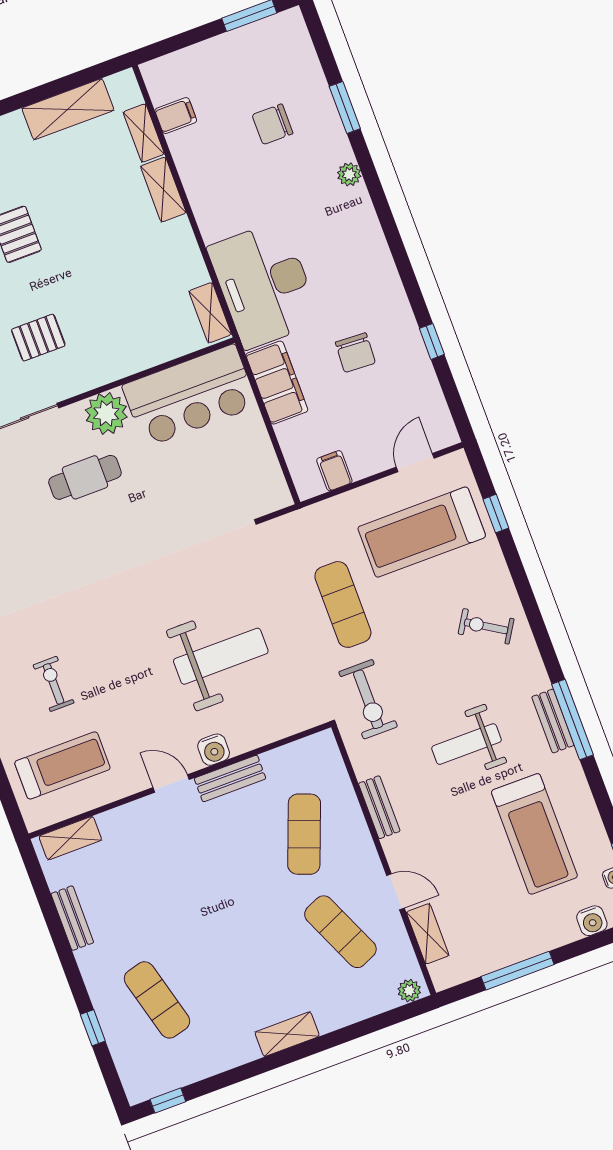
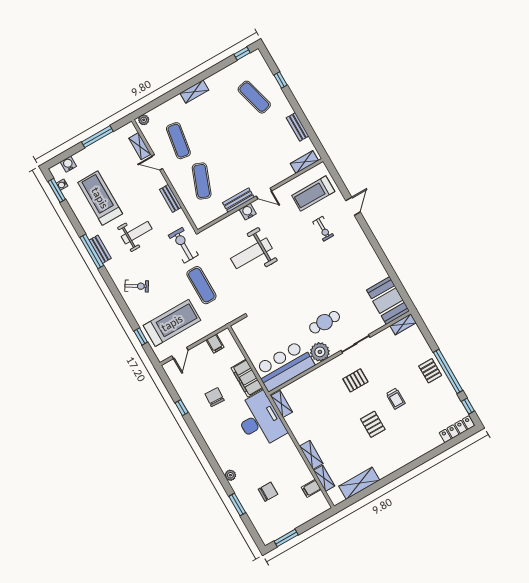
exercise mat: (340, 932) -> (178, 141), turned 33

